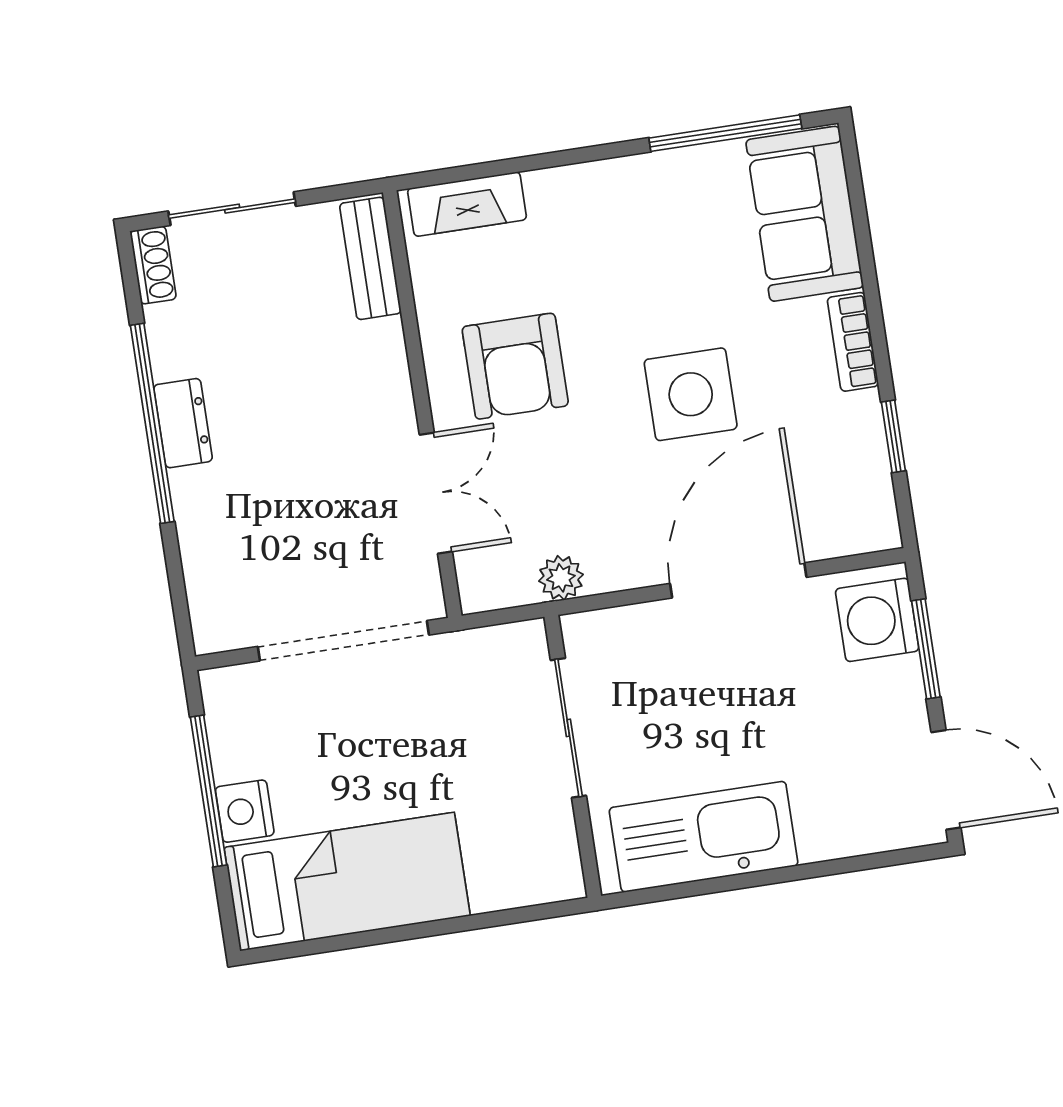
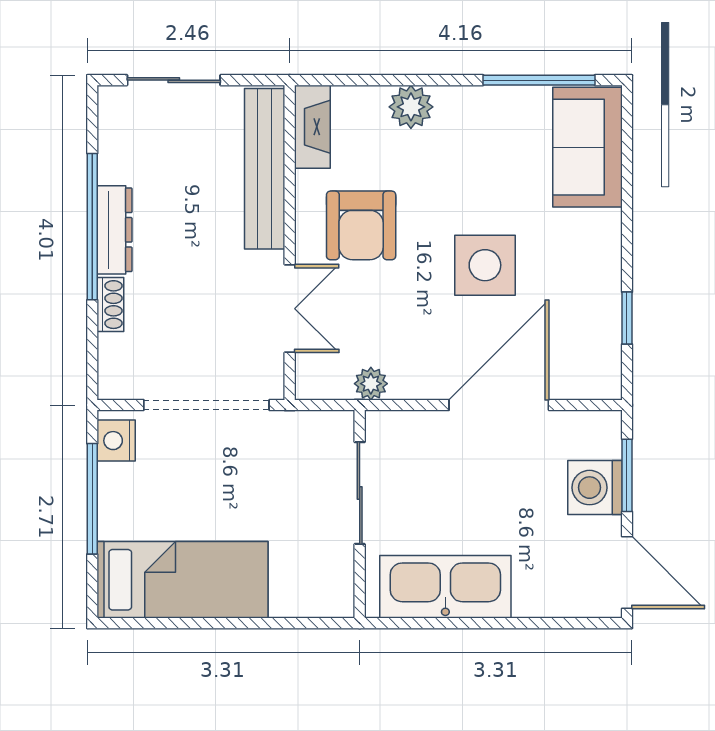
plant: (558, 196) -> (411, 107), added
fireplace: (467, 204) -> (312, 127), moved, turned -90
bench: (370, 258) -> (265, 169), width x1.86, depth x1.21
shoe rack: (153, 265) -> (110, 305), moved
bookcase: (853, 342) -> (608, 245), removed
dresser: (183, 423) -> (114, 230), width x1.44
washing machine: (877, 620) -> (595, 488), moved
nightstand: (245, 811) -> (116, 441), moved

